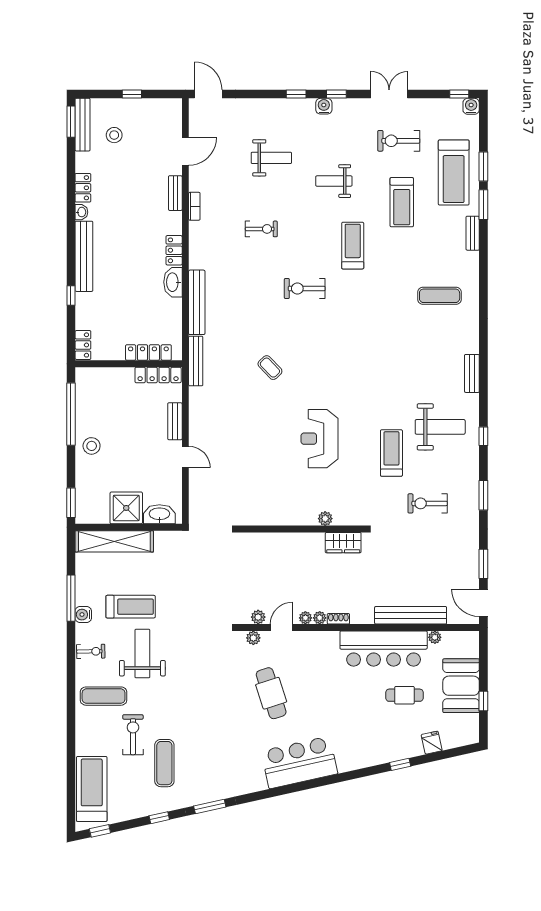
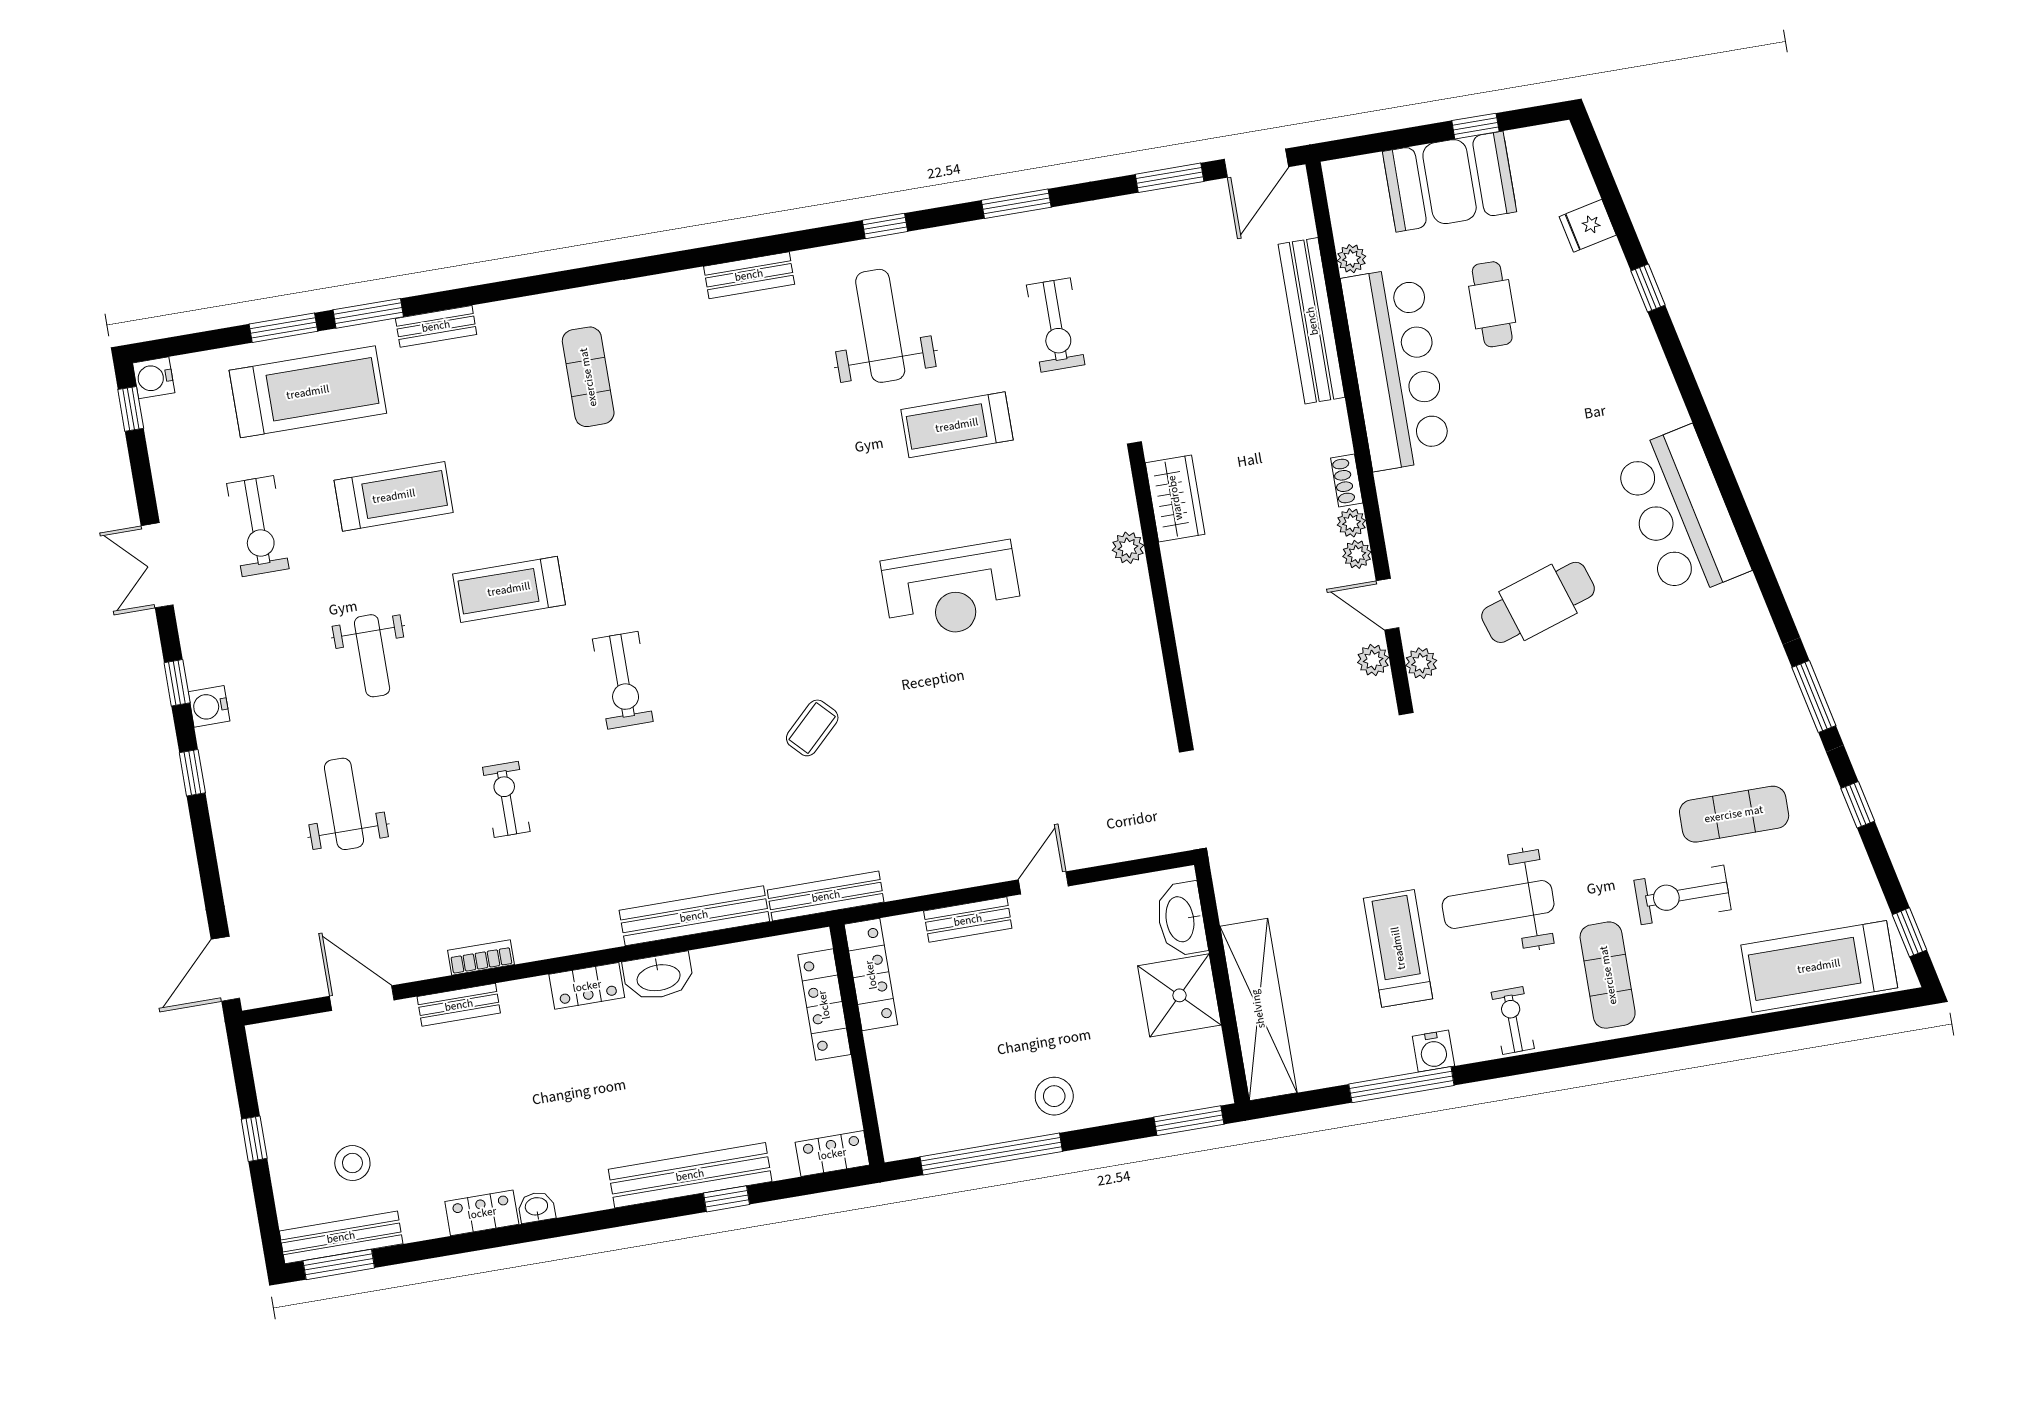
bench: (84, 256) -> (690, 1175), moved

